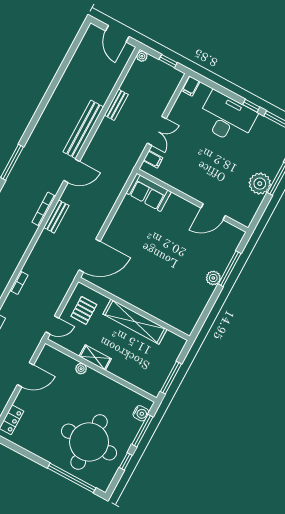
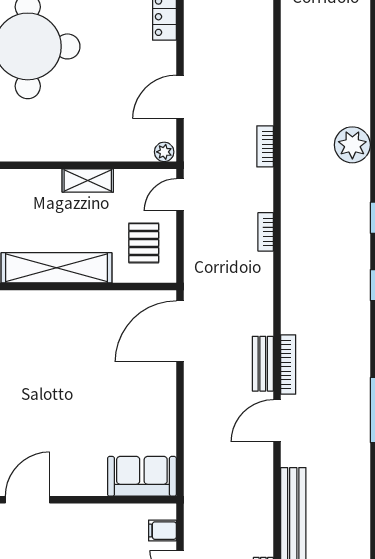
door: (72, 171) -> (277, 421), moved
plant: (81, 369) -> (164, 152), moved

